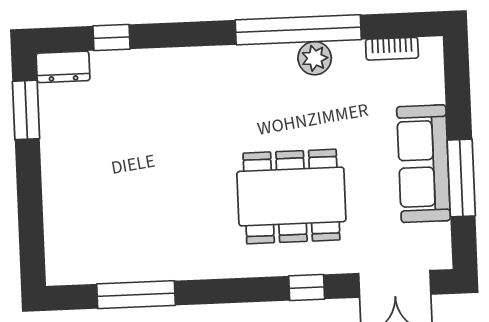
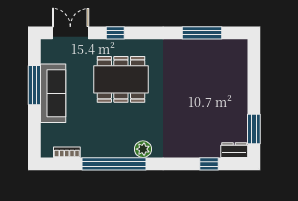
plant: (315, 58) -> (143, 149), moved

